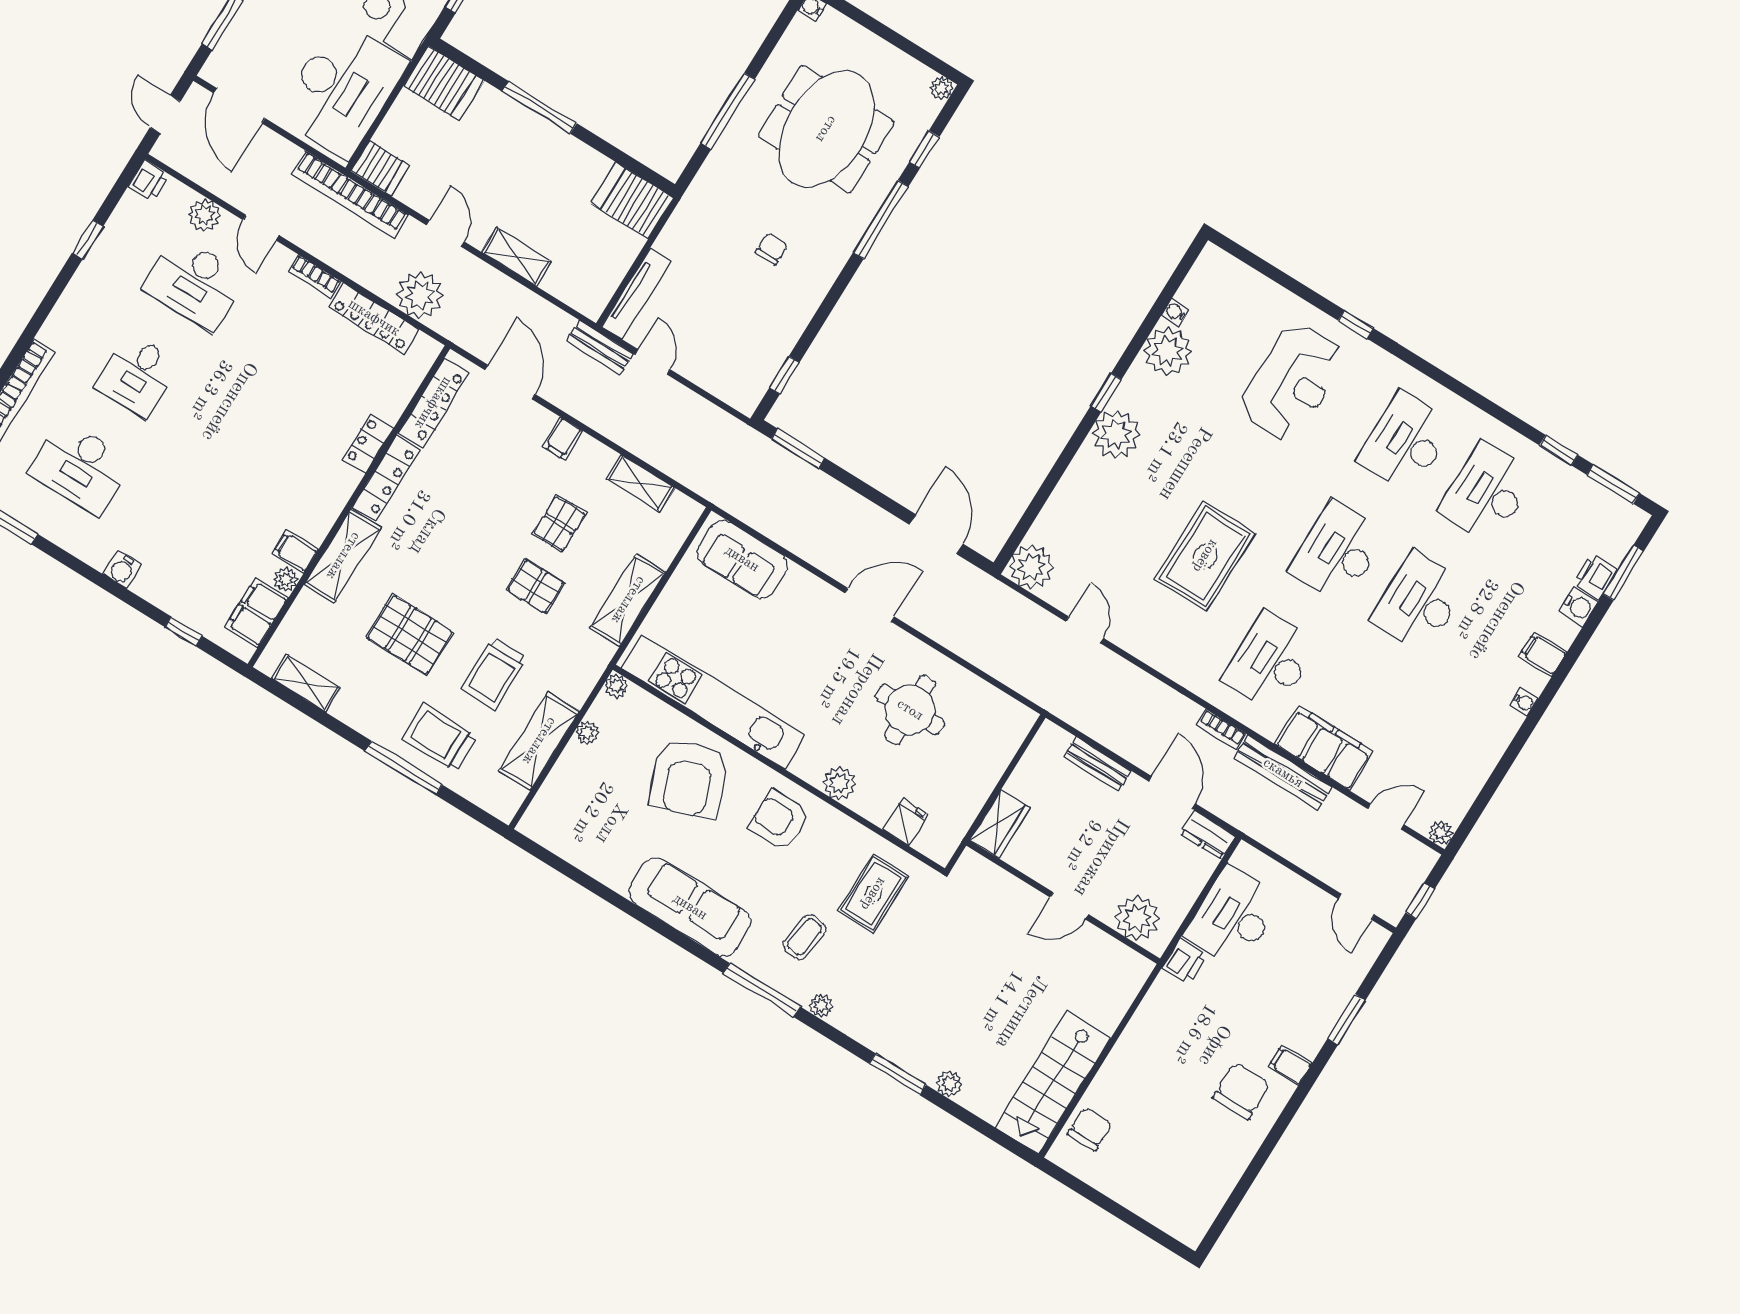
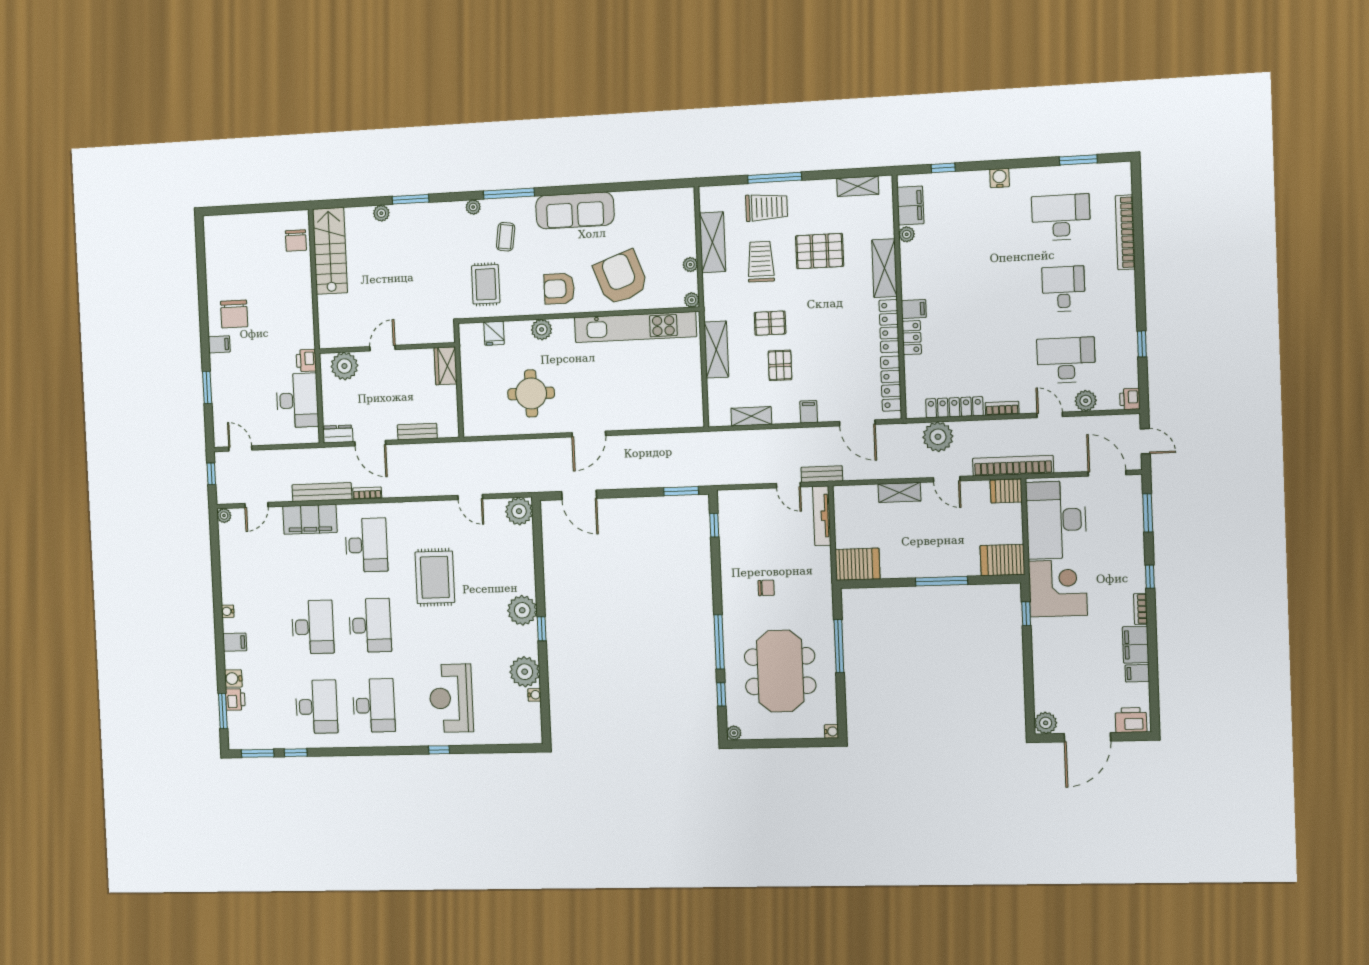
chair: (771, 249) -> (766, 588), turned -90
filing cabinet: (295, 552) -> (914, 309), moved
sofa: (742, 559) -> (671, 413), removed
armchair: (780, 820) -> (559, 289), turned 180

